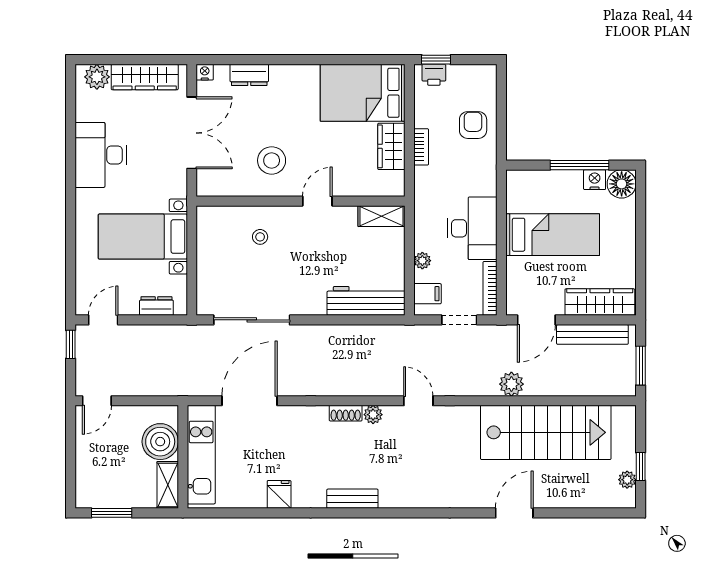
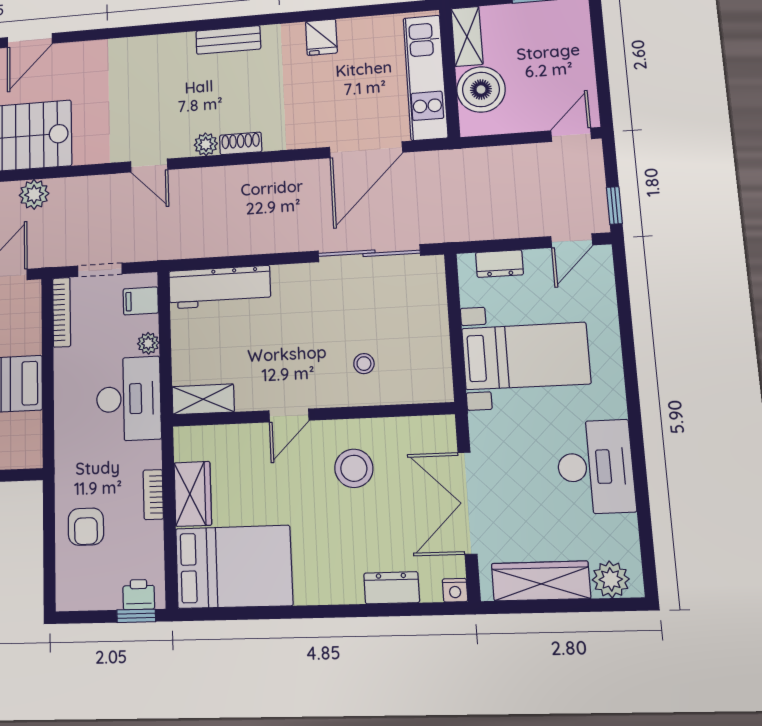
desk: (472, 228) -> (129, 399), moved, turned 180

